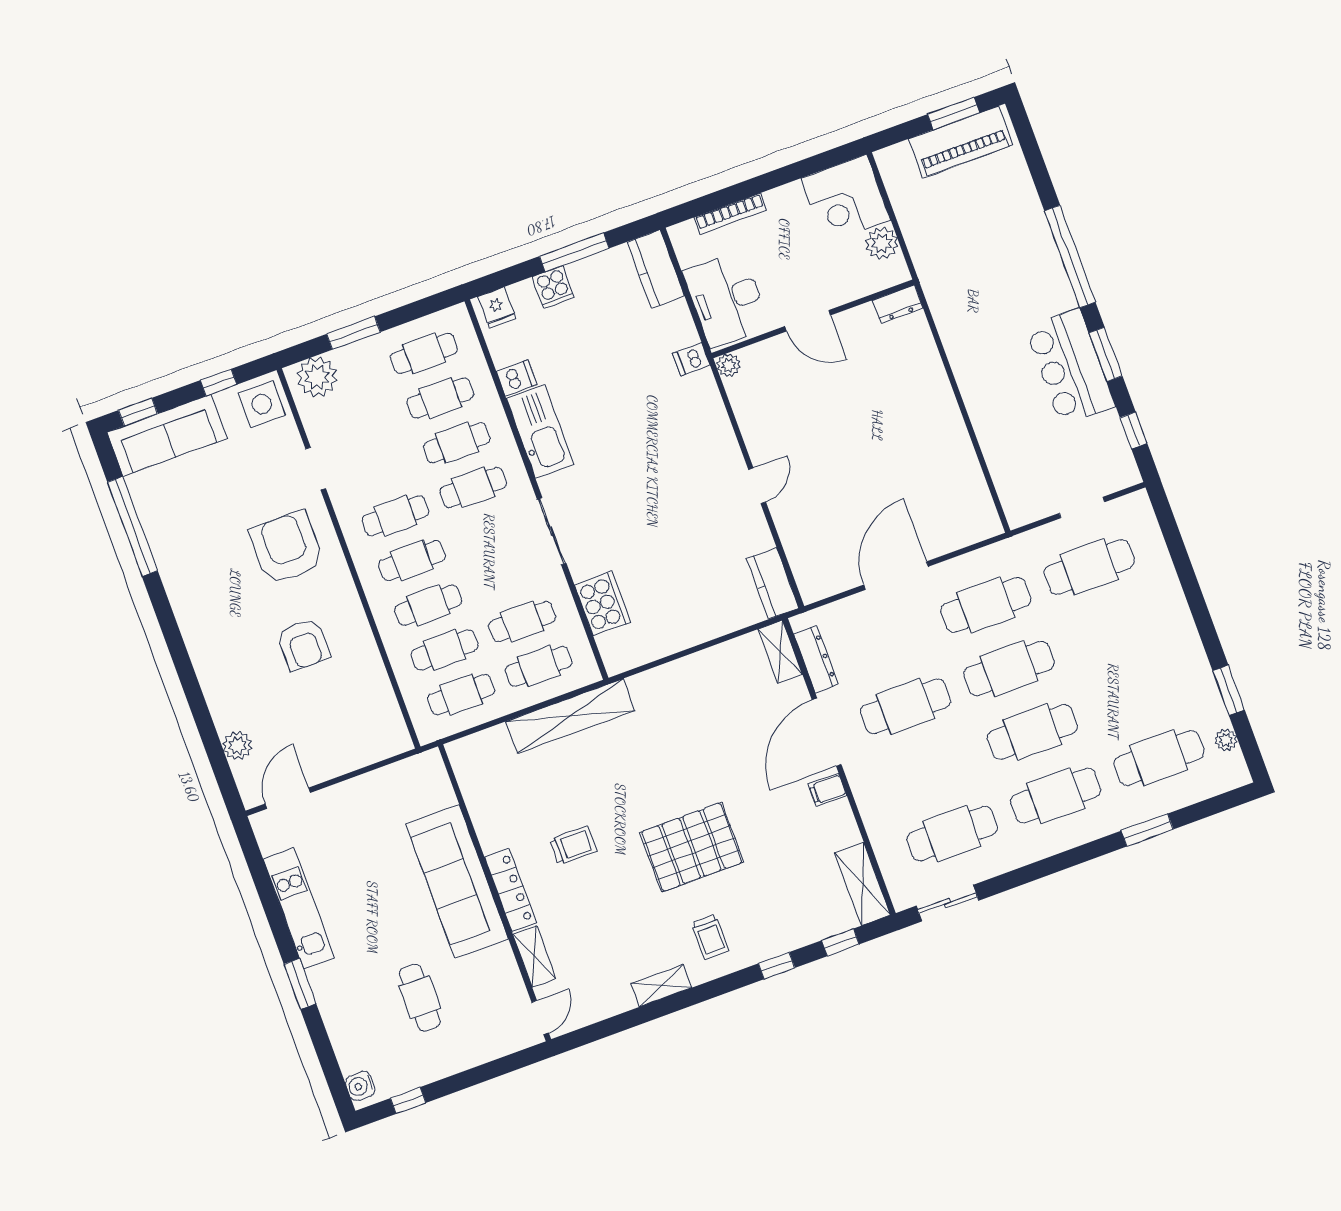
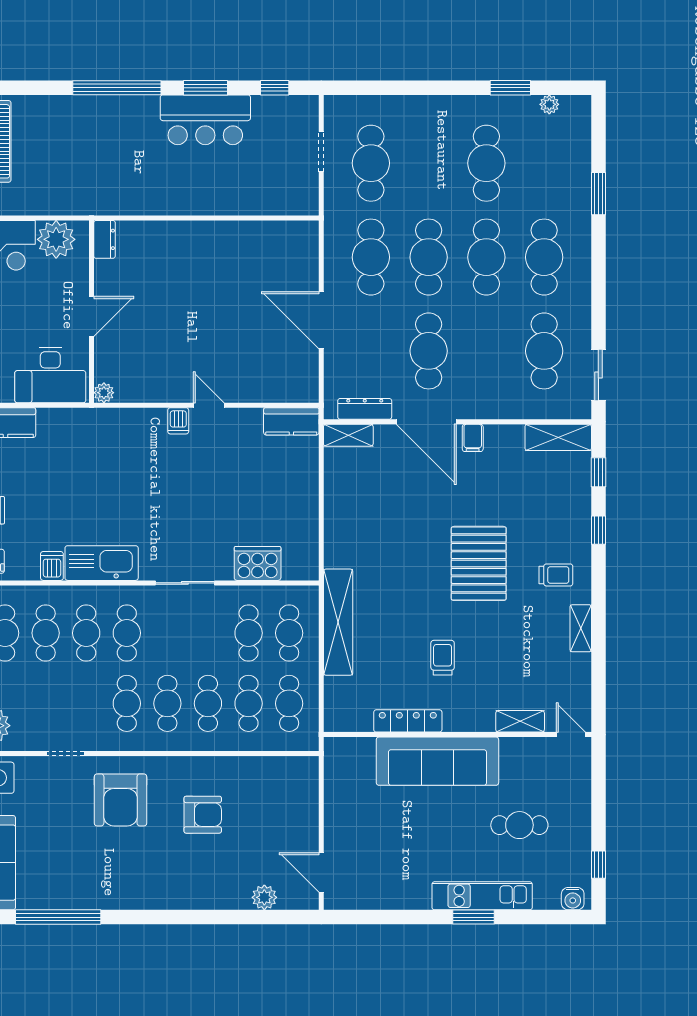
plant: (882, 243) -> (56, 239), width x1.36, depth x1.36
dishwasher: (691, 359) -> (178, 421), moved
armchair: (287, 548) -> (120, 800), turned -90
cafe table: (1159, 758) -> (486, 163), moved
locker: (511, 890) -> (408, 721), moved
kitchen unit: (299, 909) -> (482, 896), moved

